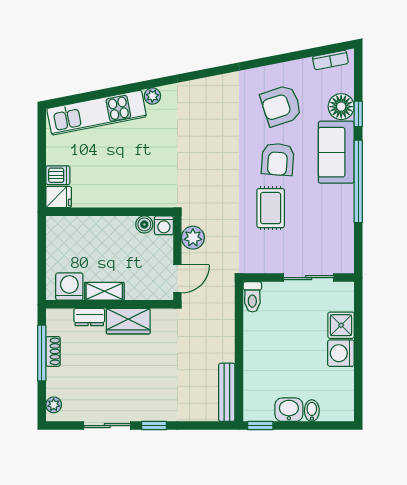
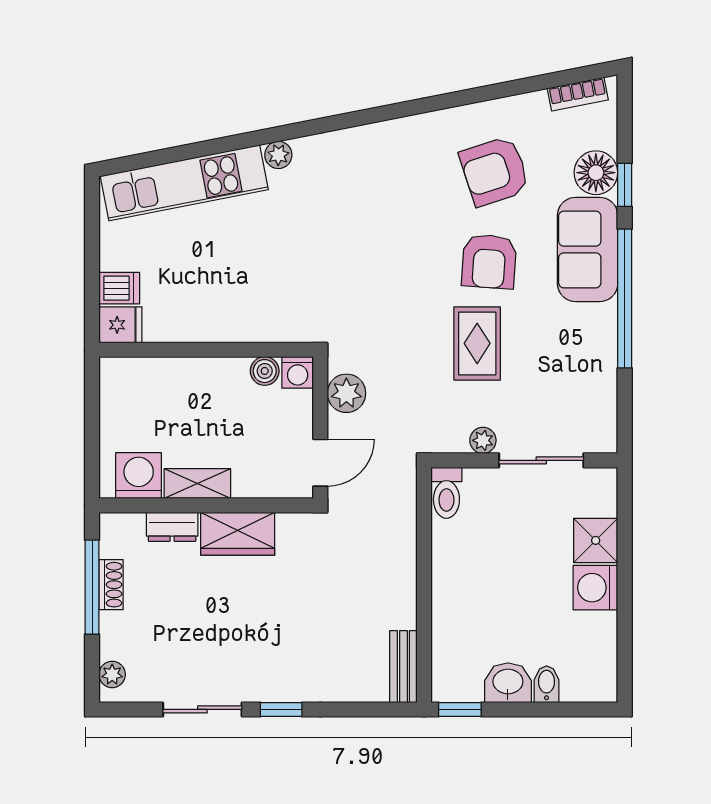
plant: (274, 266) -> (483, 440), added
bench: (227, 392) -> (403, 667), width x0.73

